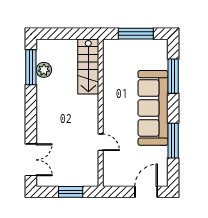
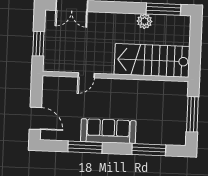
stairs: (88, 67) -> (152, 60), width x1.36, depth x1.51
plant: (44, 70) -> (144, 21), moved
sofa: (153, 108) -> (108, 131), width x0.74, depth x0.79

